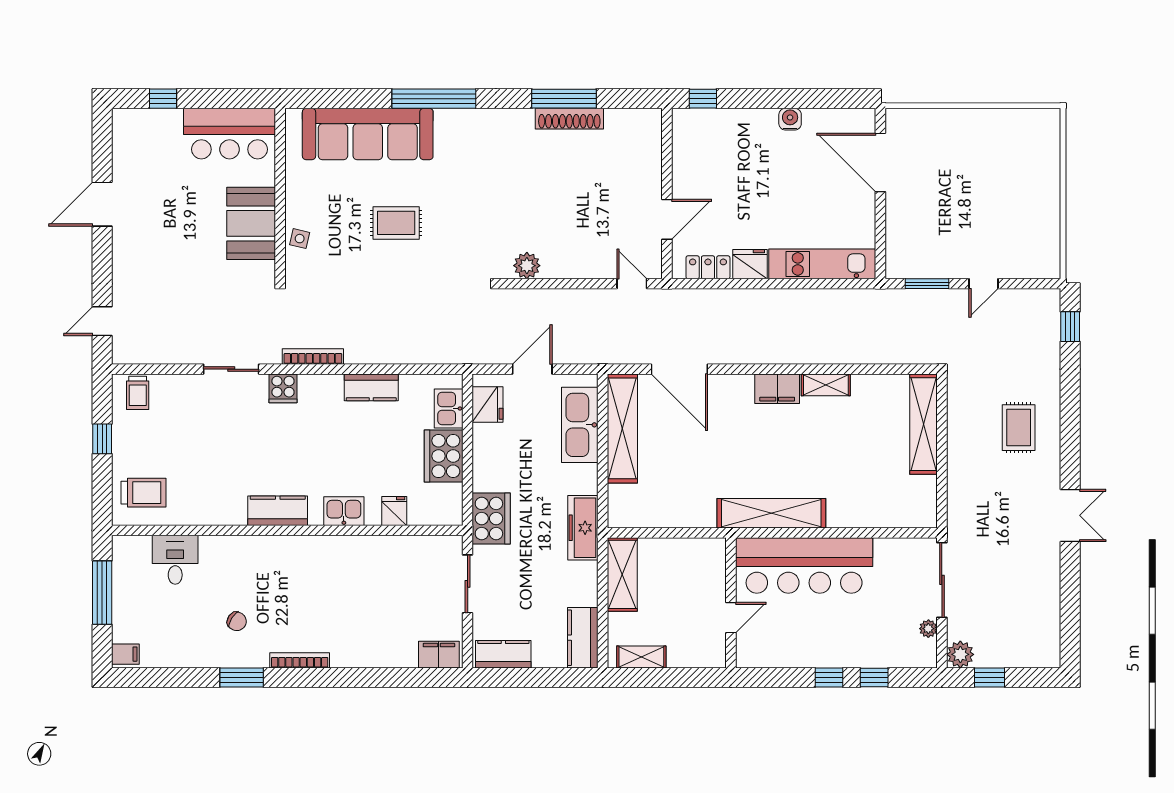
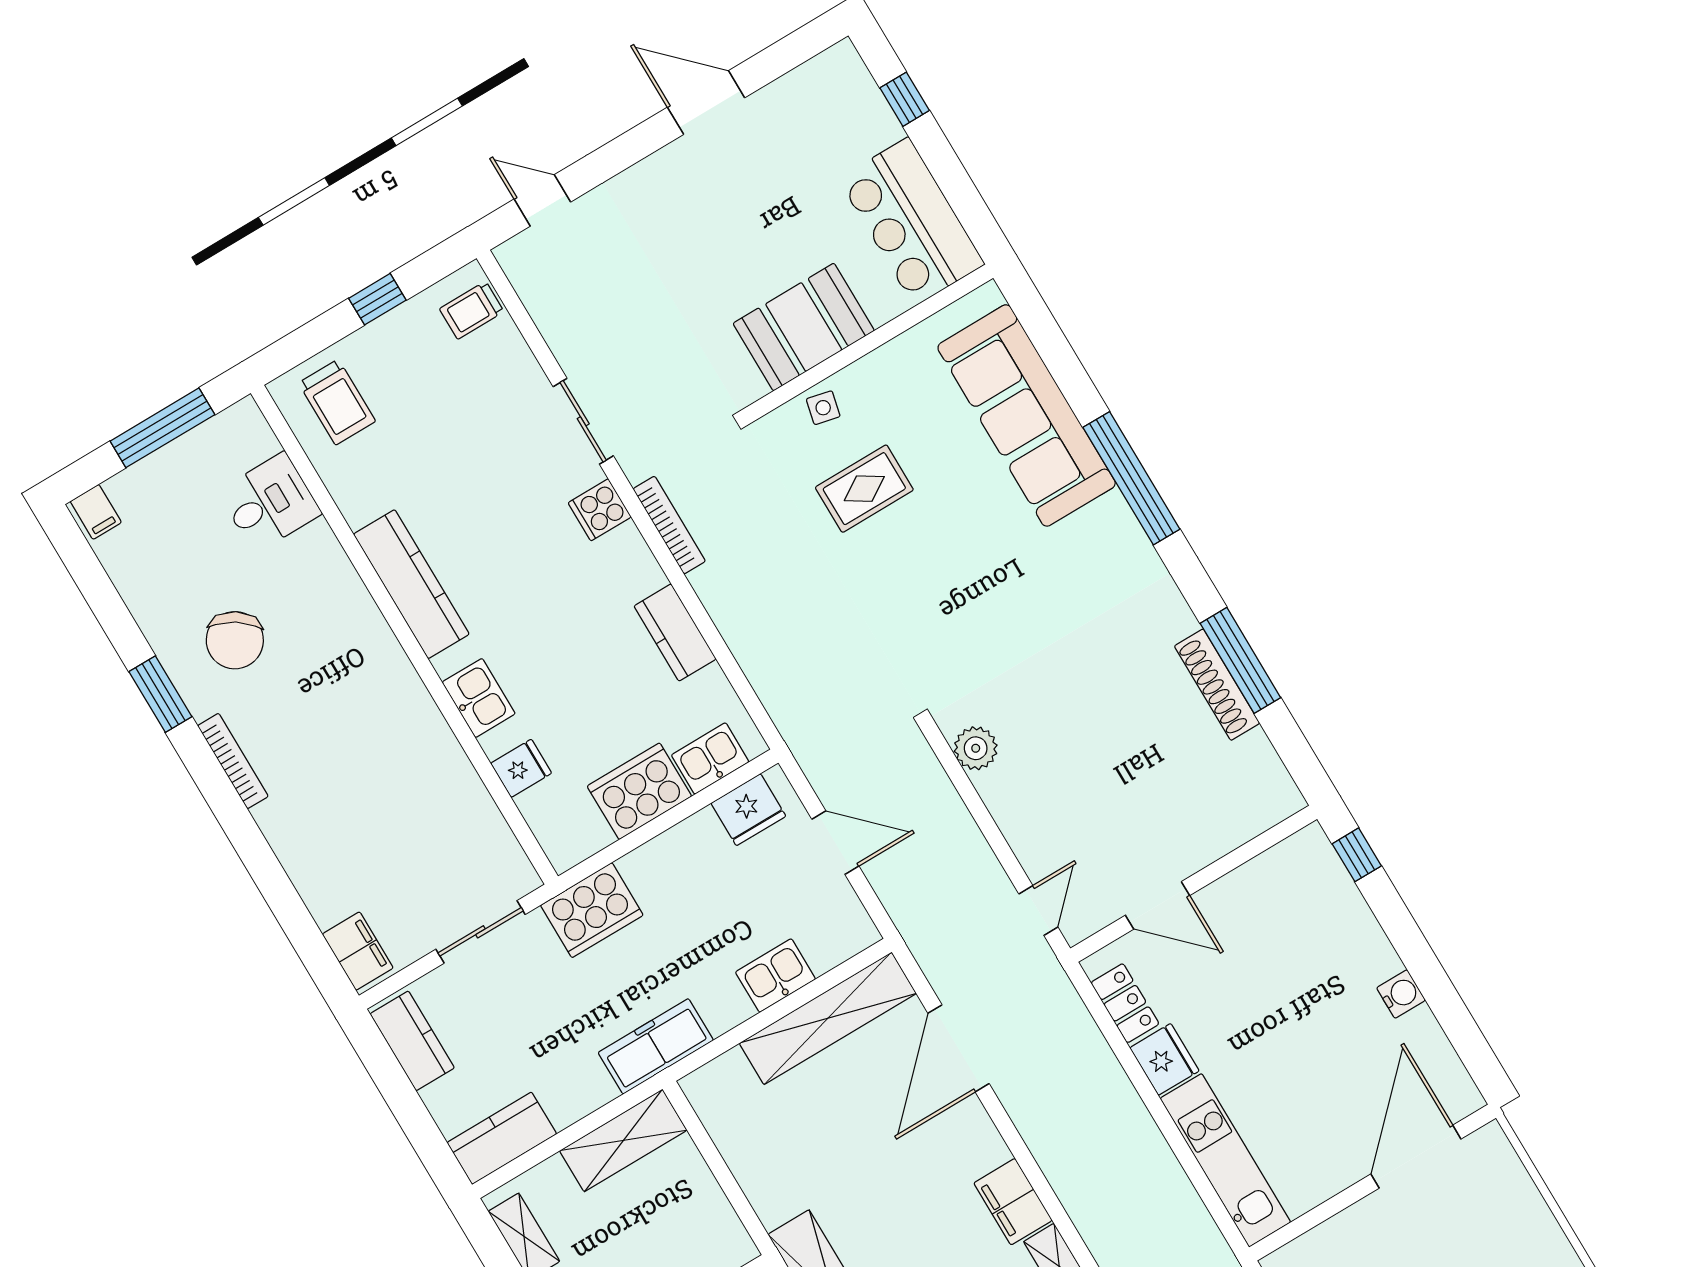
rug: (396, 223) -> (864, 489), moved, turned 90
kitchen sink: (580, 425) -> (775, 976), width x0.53, depth x0.81
kitchen counter: (278, 511) -> (411, 584), width x1.50
chair: (237, 621) -> (235, 640), width x1.87, depth x1.87

